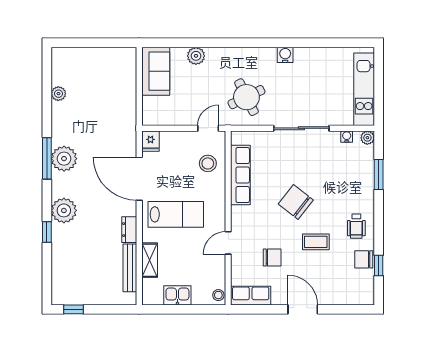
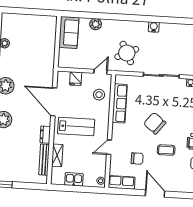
fridge: (150, 141) -> (76, 79), moved

